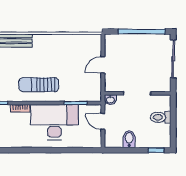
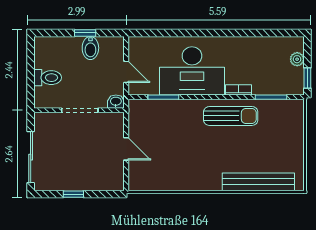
window: (142, 32) -> (73, 194), width x0.32
door: (103, 65) -> (126, 149), hinge flipped
sun lounger: (39, 85) -> (231, 116), moved
window: (156, 150) -> (85, 33), moved

